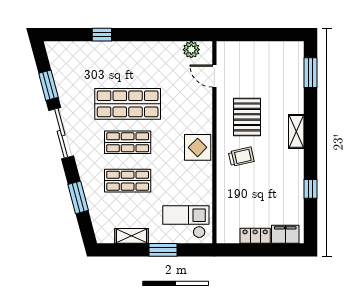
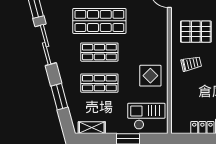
pallet: (247, 117) -> (196, 32), turned 90
display table: (198, 147) -> (150, 76), moved
shelving: (132, 236) -> (92, 128), moved

